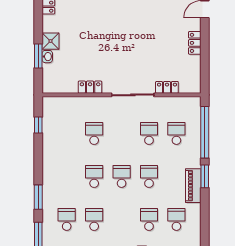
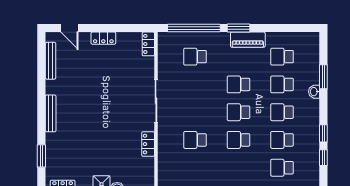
locker: (167, 87) -> (148, 44), moved
school desk: (149, 133) -> (282, 112), moved

